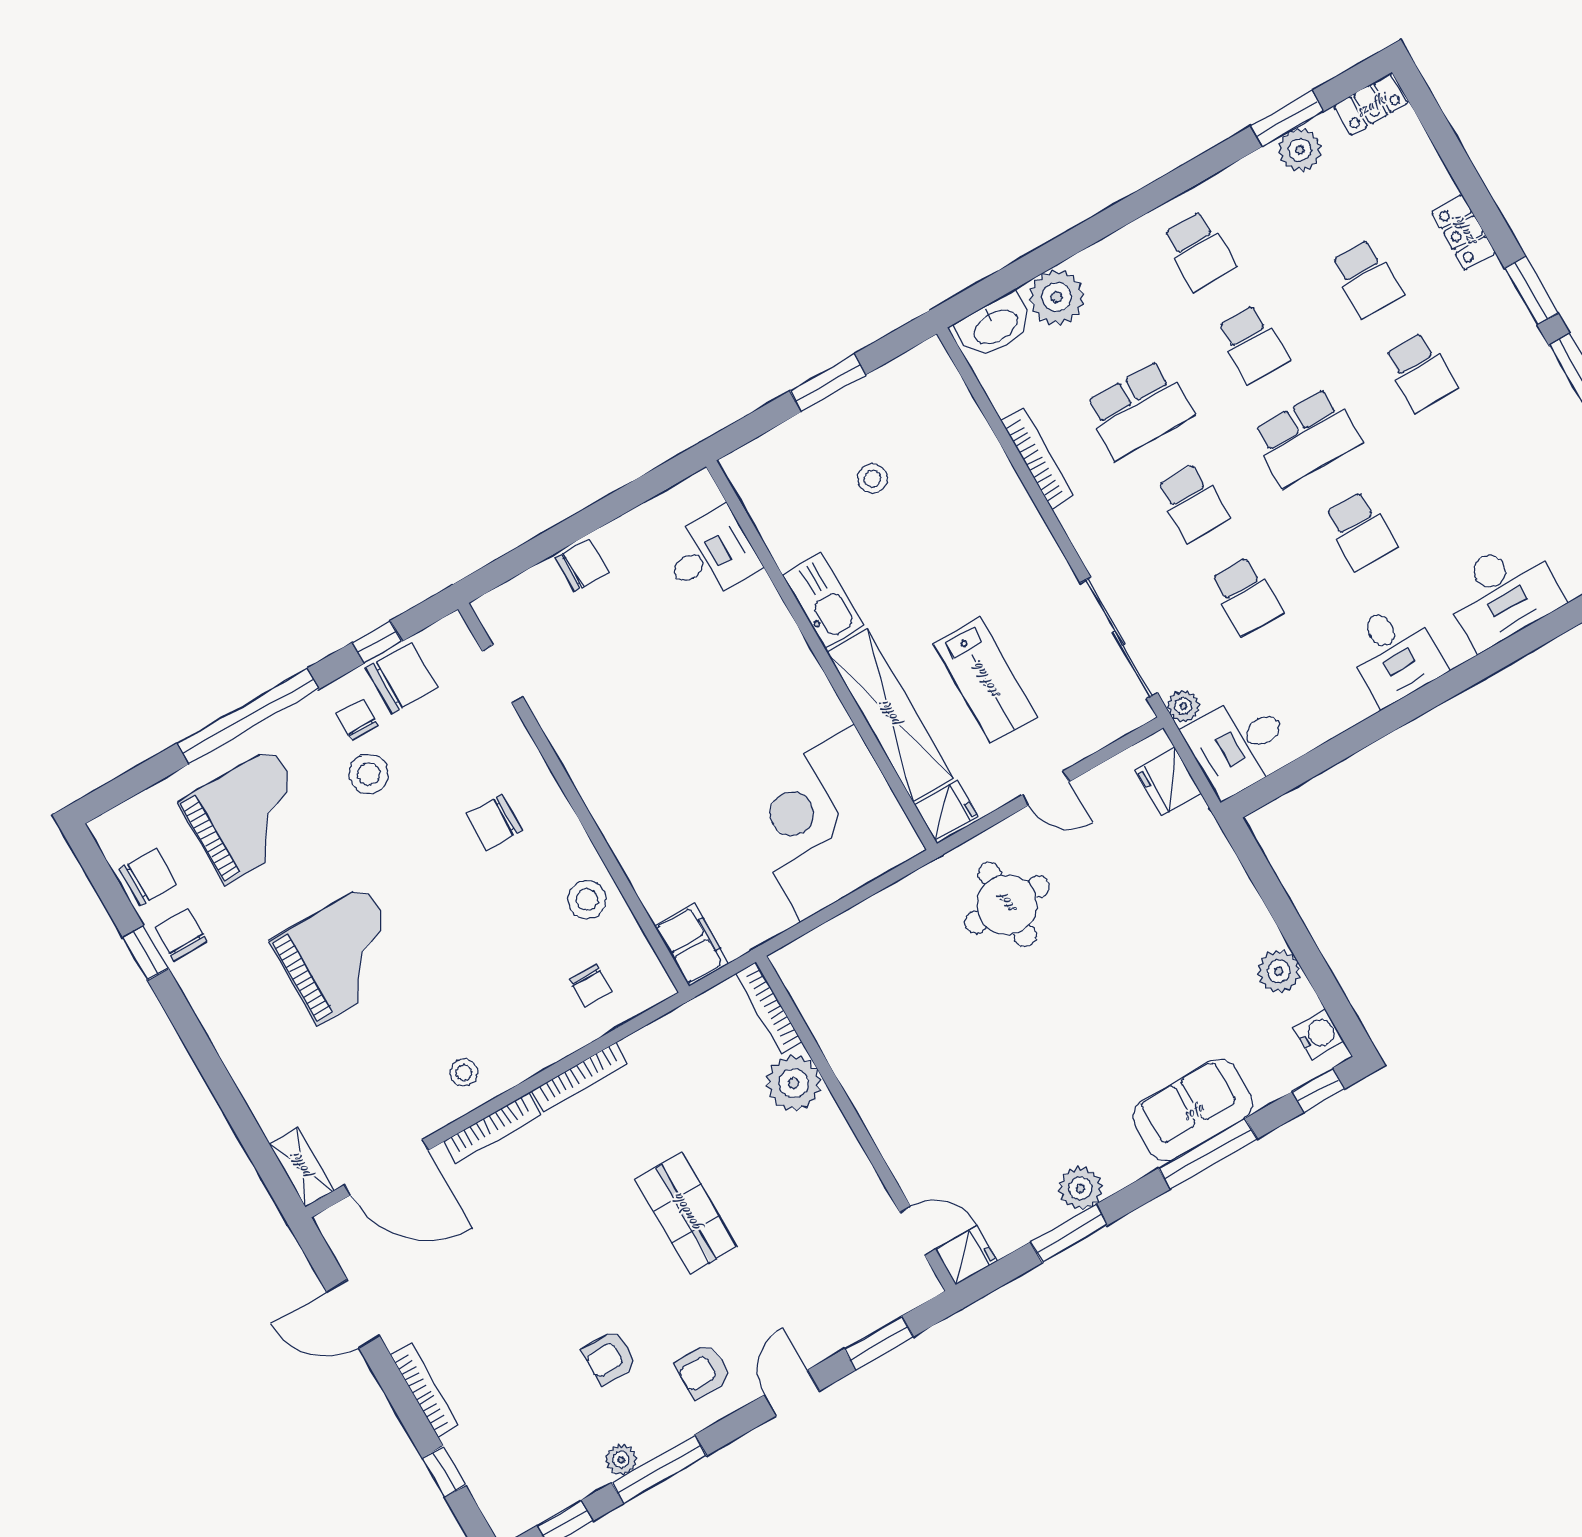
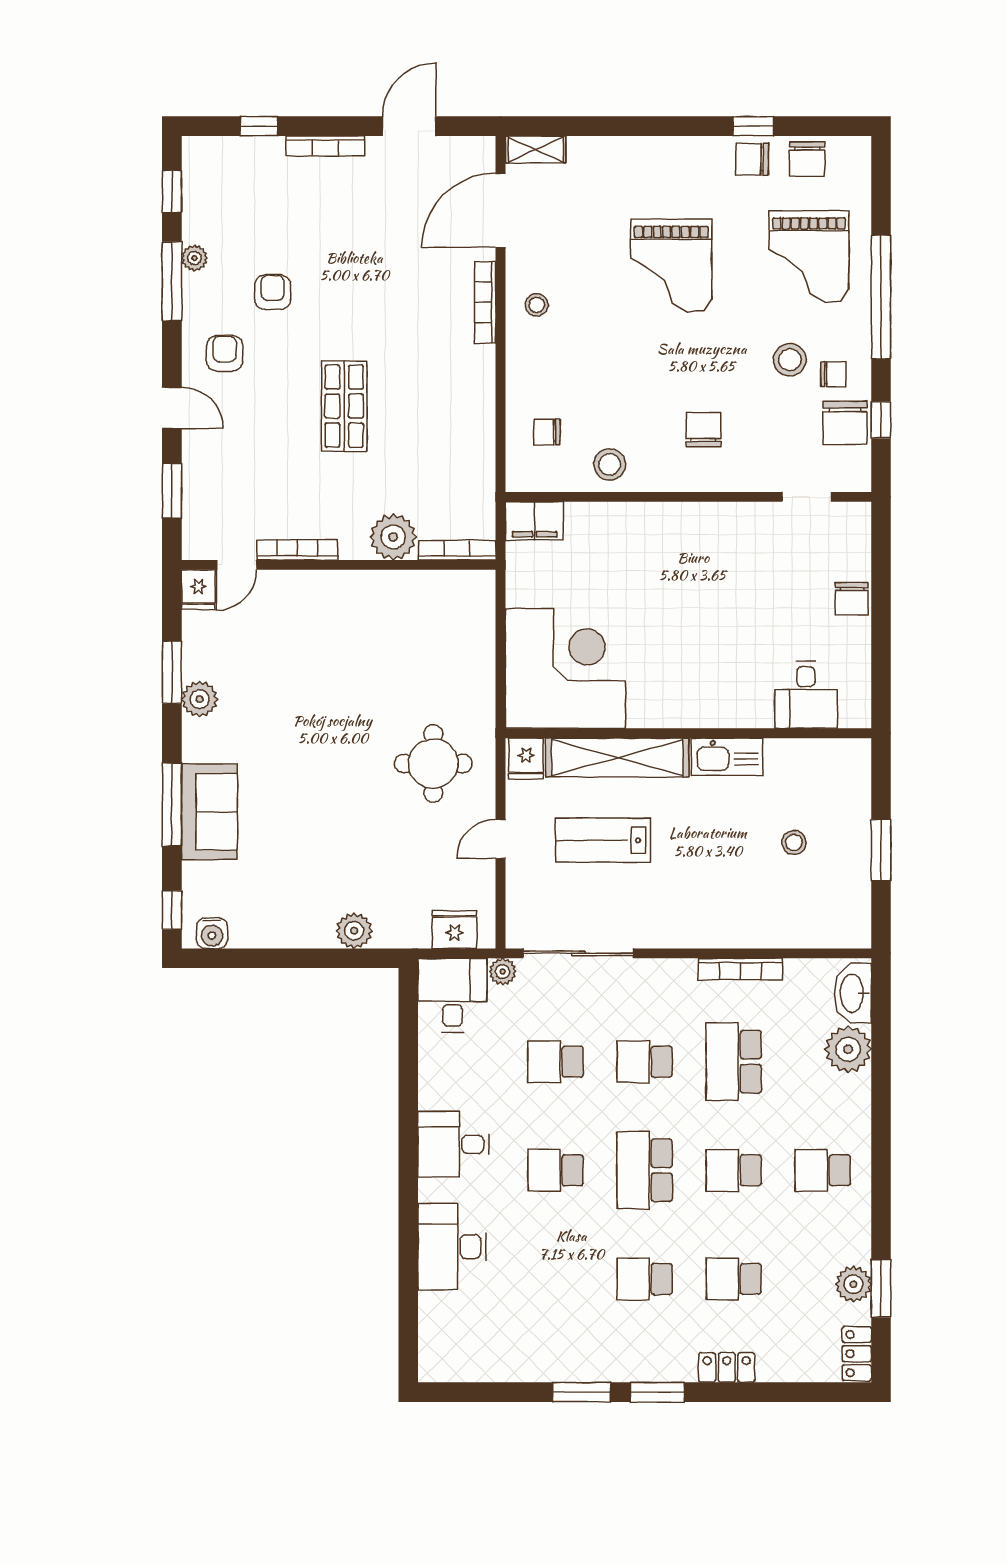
chair: (181, 934) -> (752, 159), turned 180
plant: (1279, 971) -> (354, 931), moved
bookcase: (580, 1077) -> (297, 550), moved, turned 90
shop shelf: (686, 1213) -> (344, 406), turned 90

